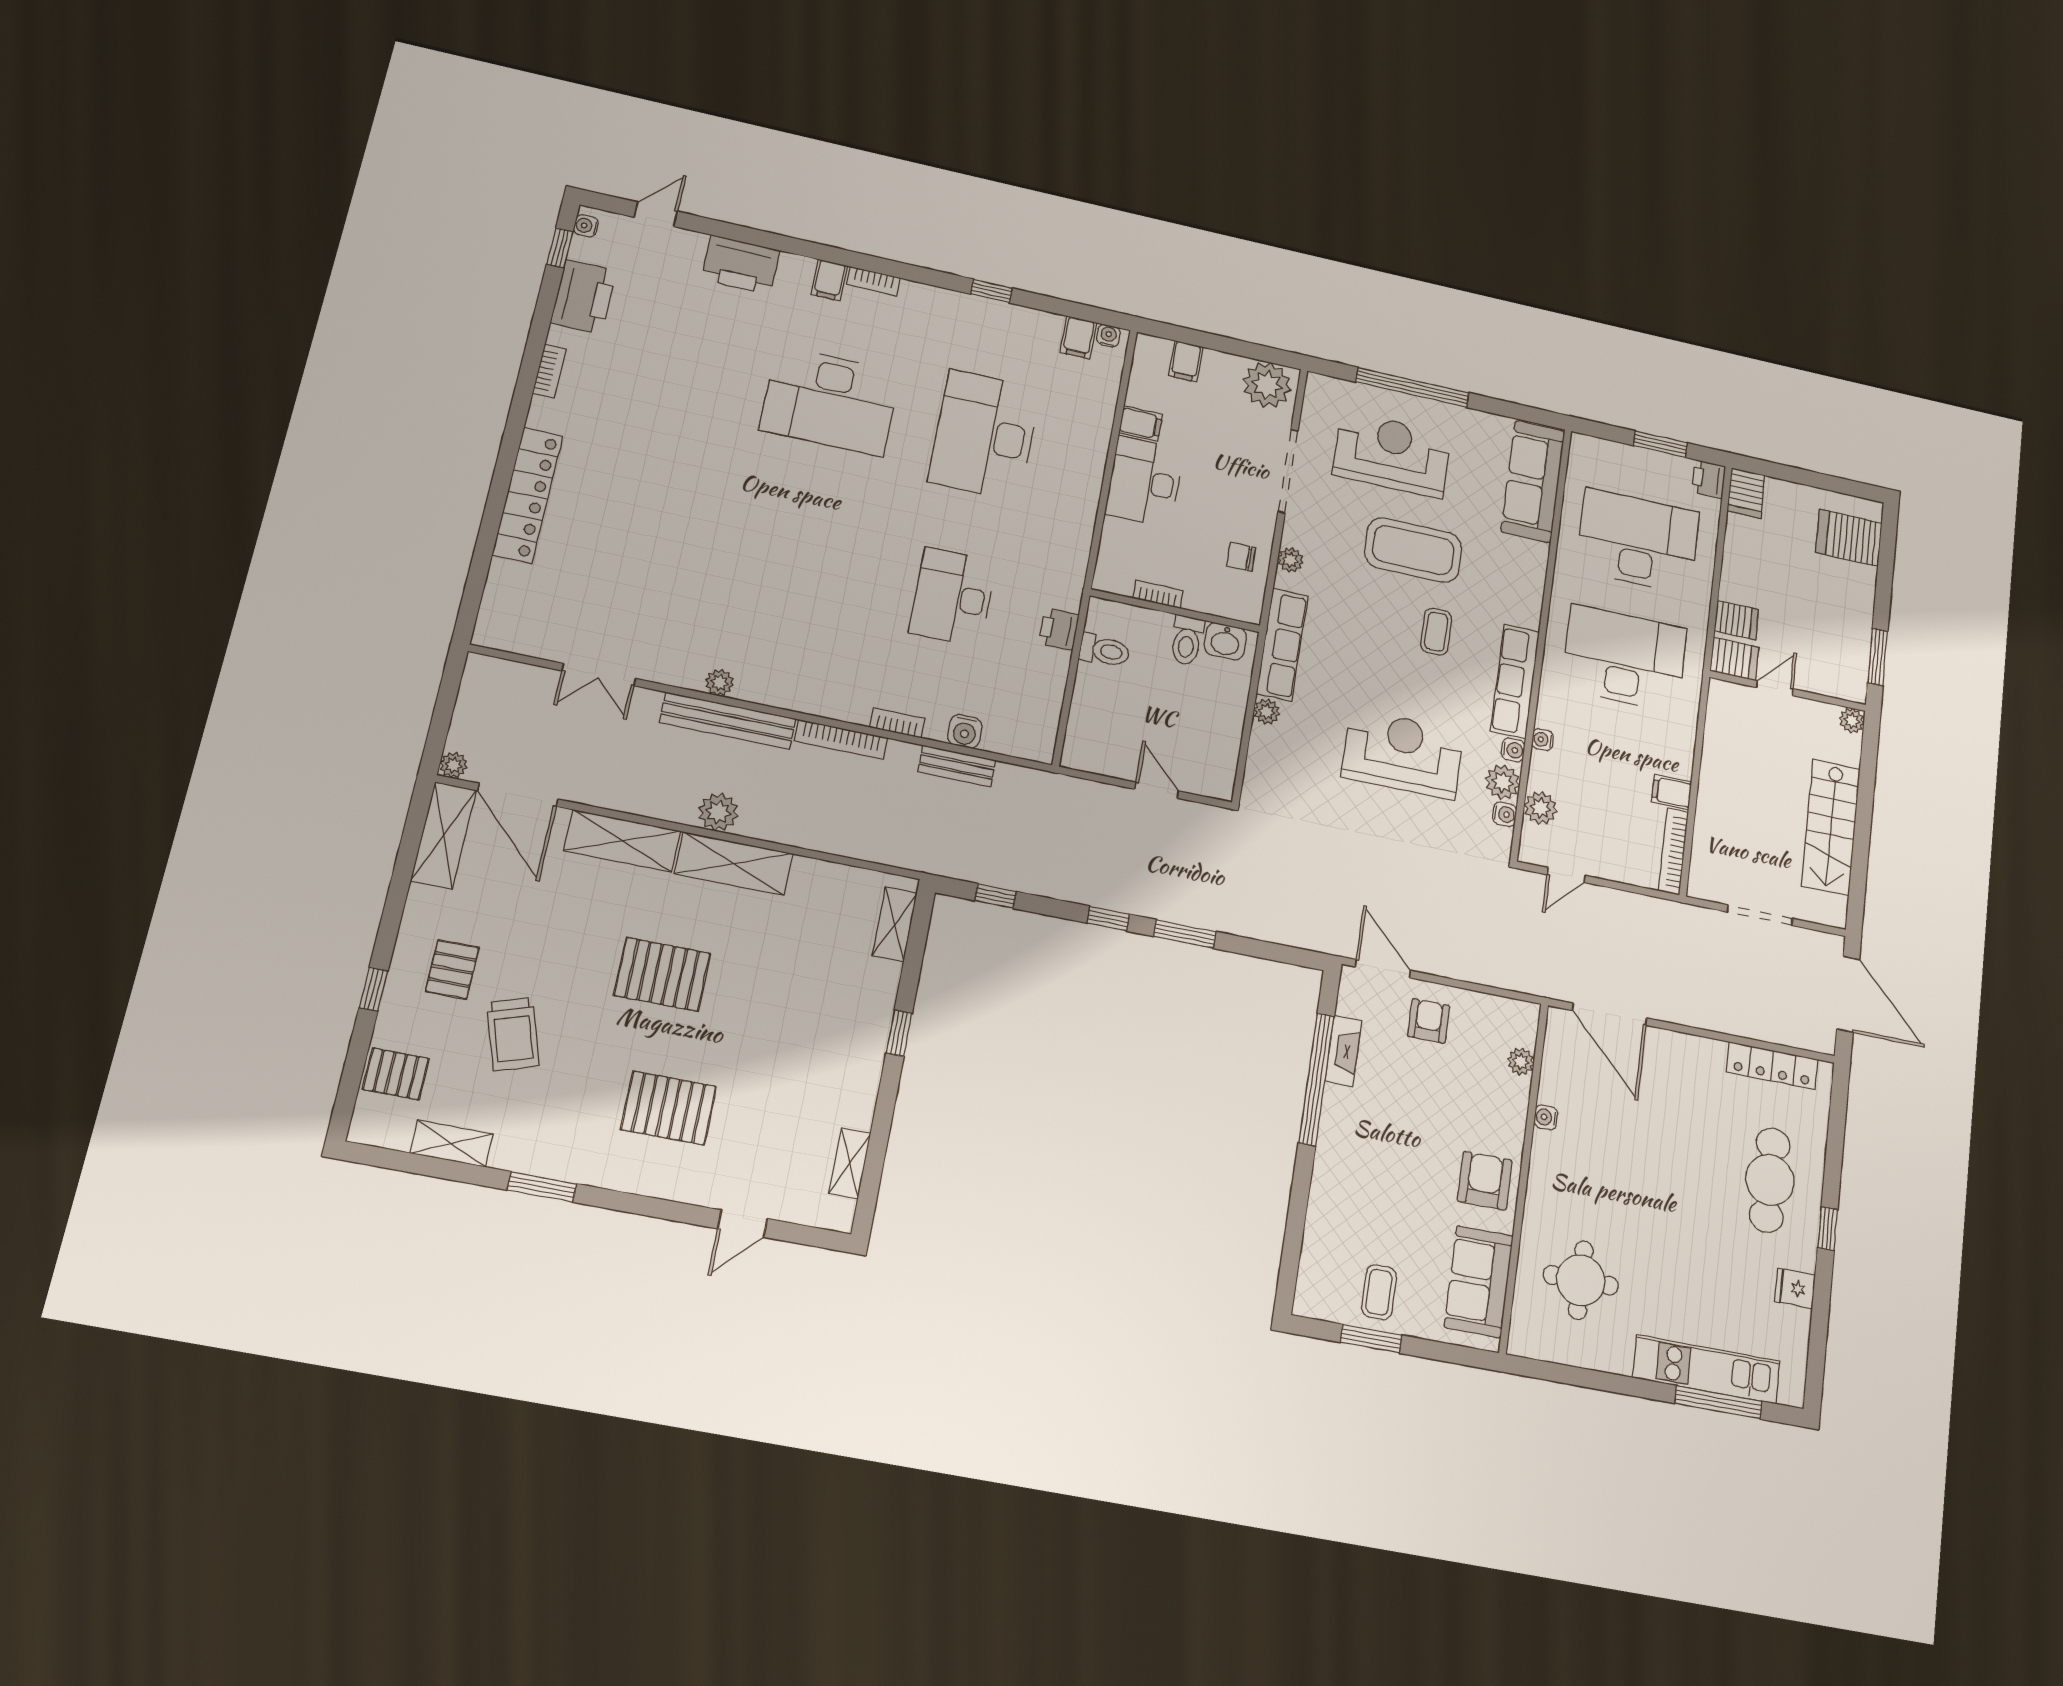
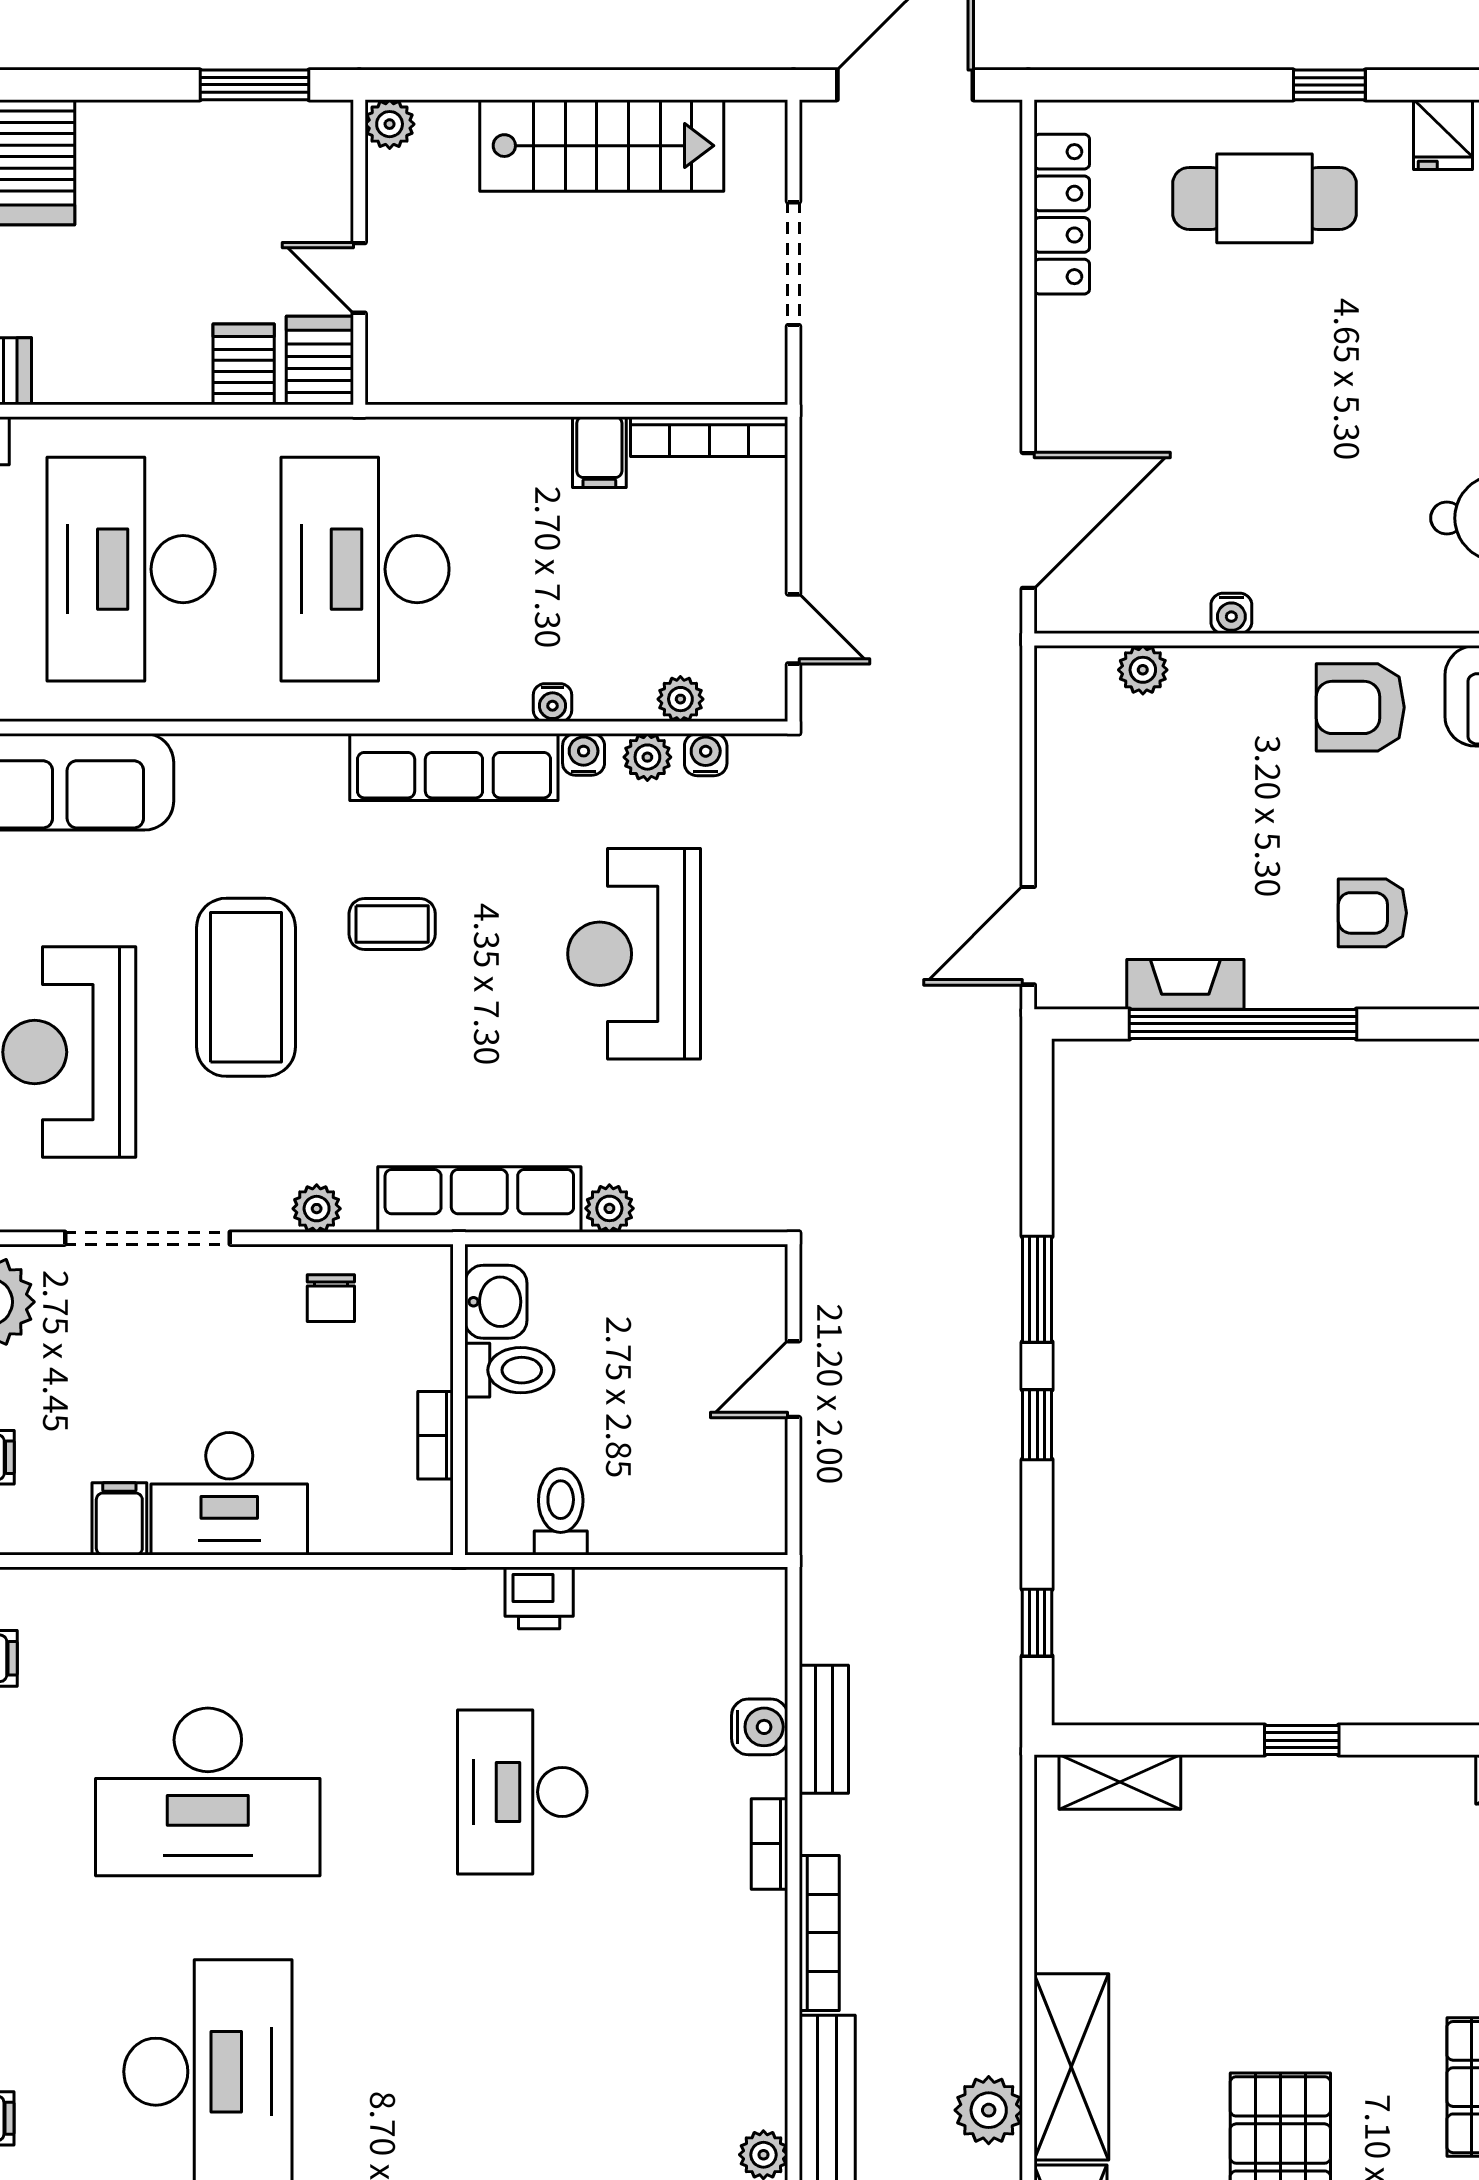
desk: (953, 597) -> (522, 1792), turned 90
plant: (1503, 782) -> (647, 757), width x0.73, depth x0.73
plant: (1541, 808) -> (680, 699), width x0.73, depth x0.73
armchair: (1429, 1021) -> (1372, 913), moved

